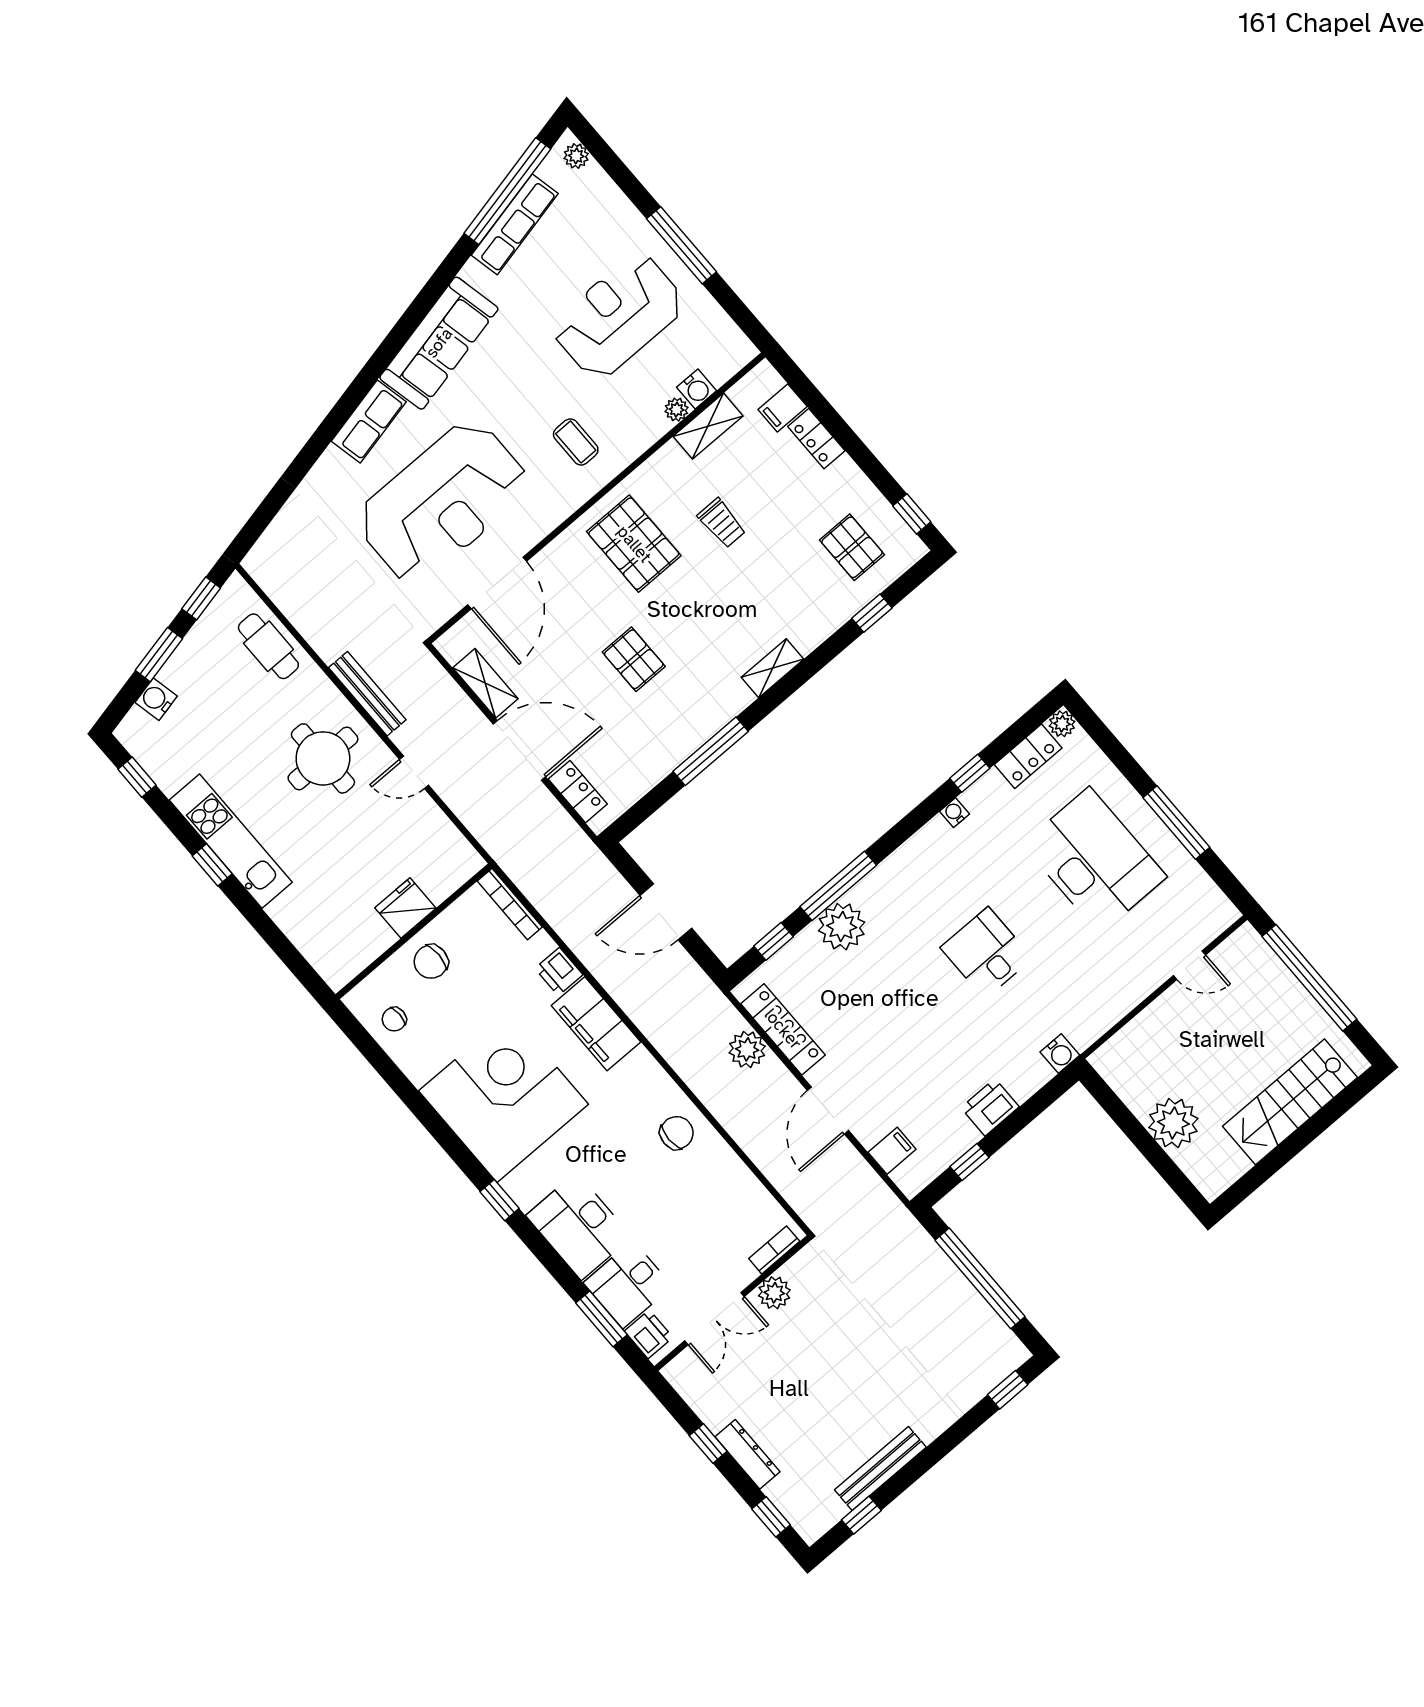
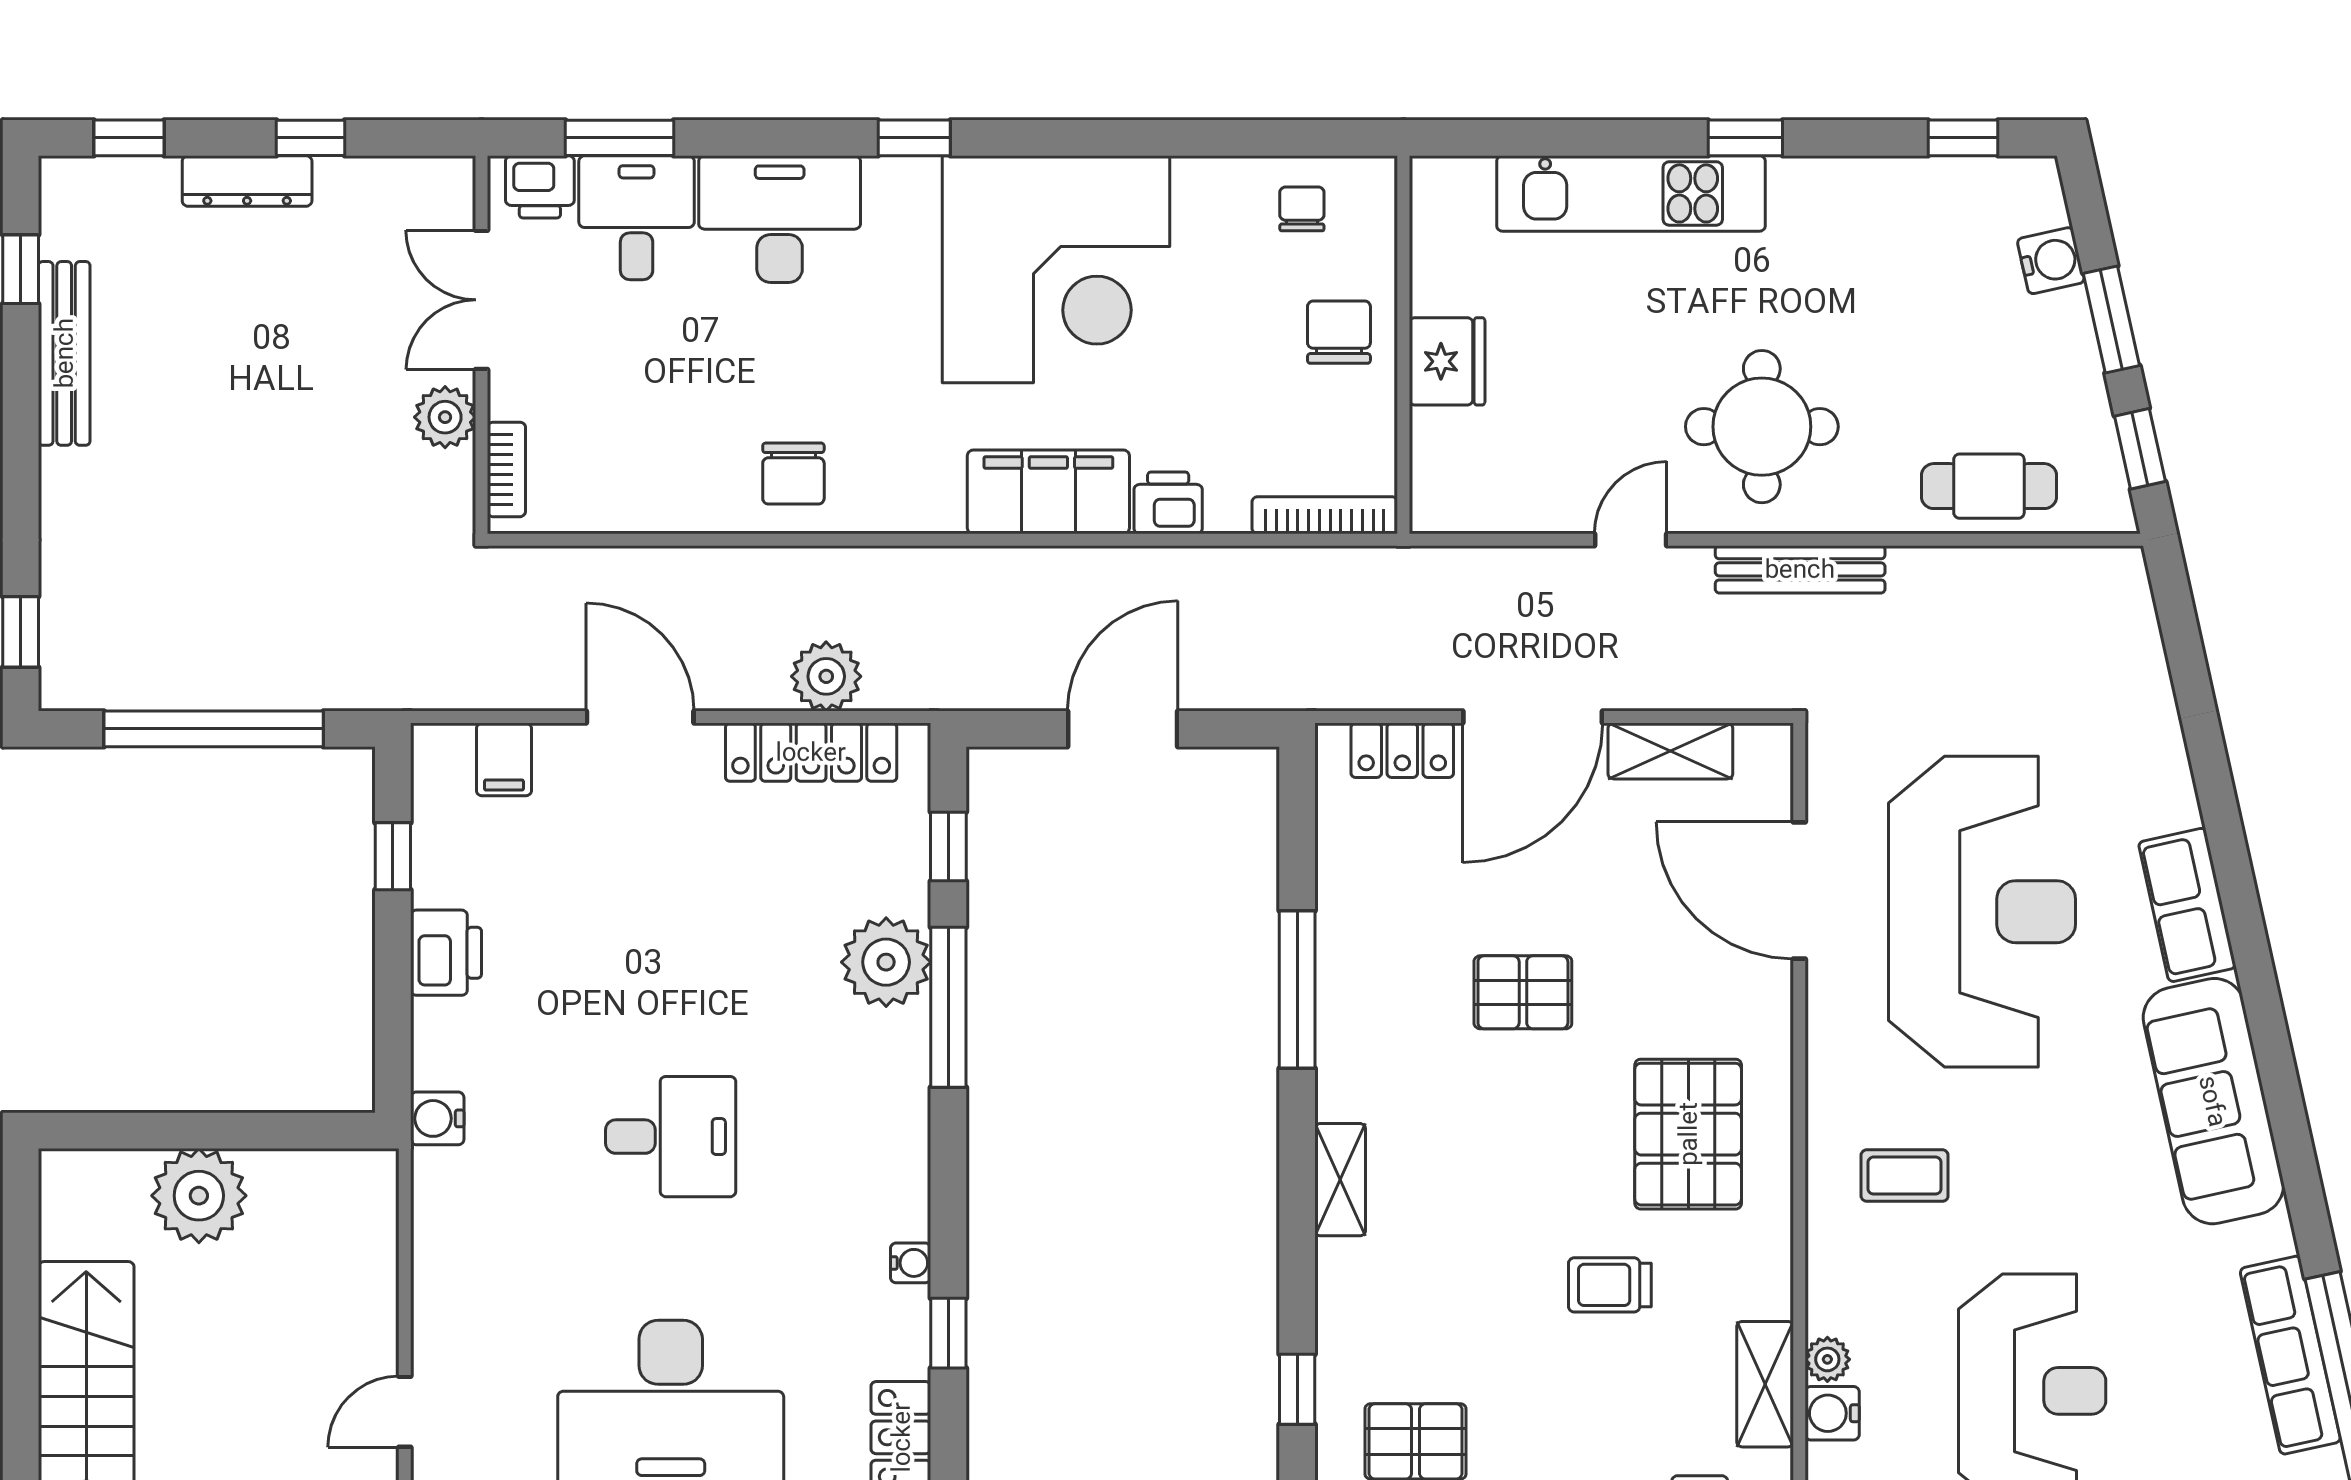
reception desk: (442, 502) -> (1982, 912), turned 180
pallet: (634, 544) -> (1688, 1134), turned 90
kitchen unit: (231, 841) -> (1631, 193), moved

